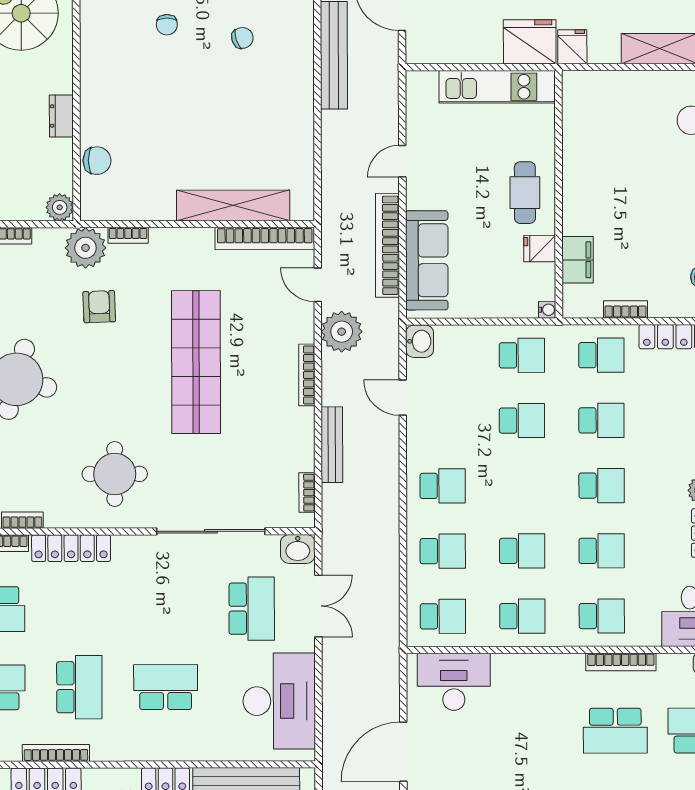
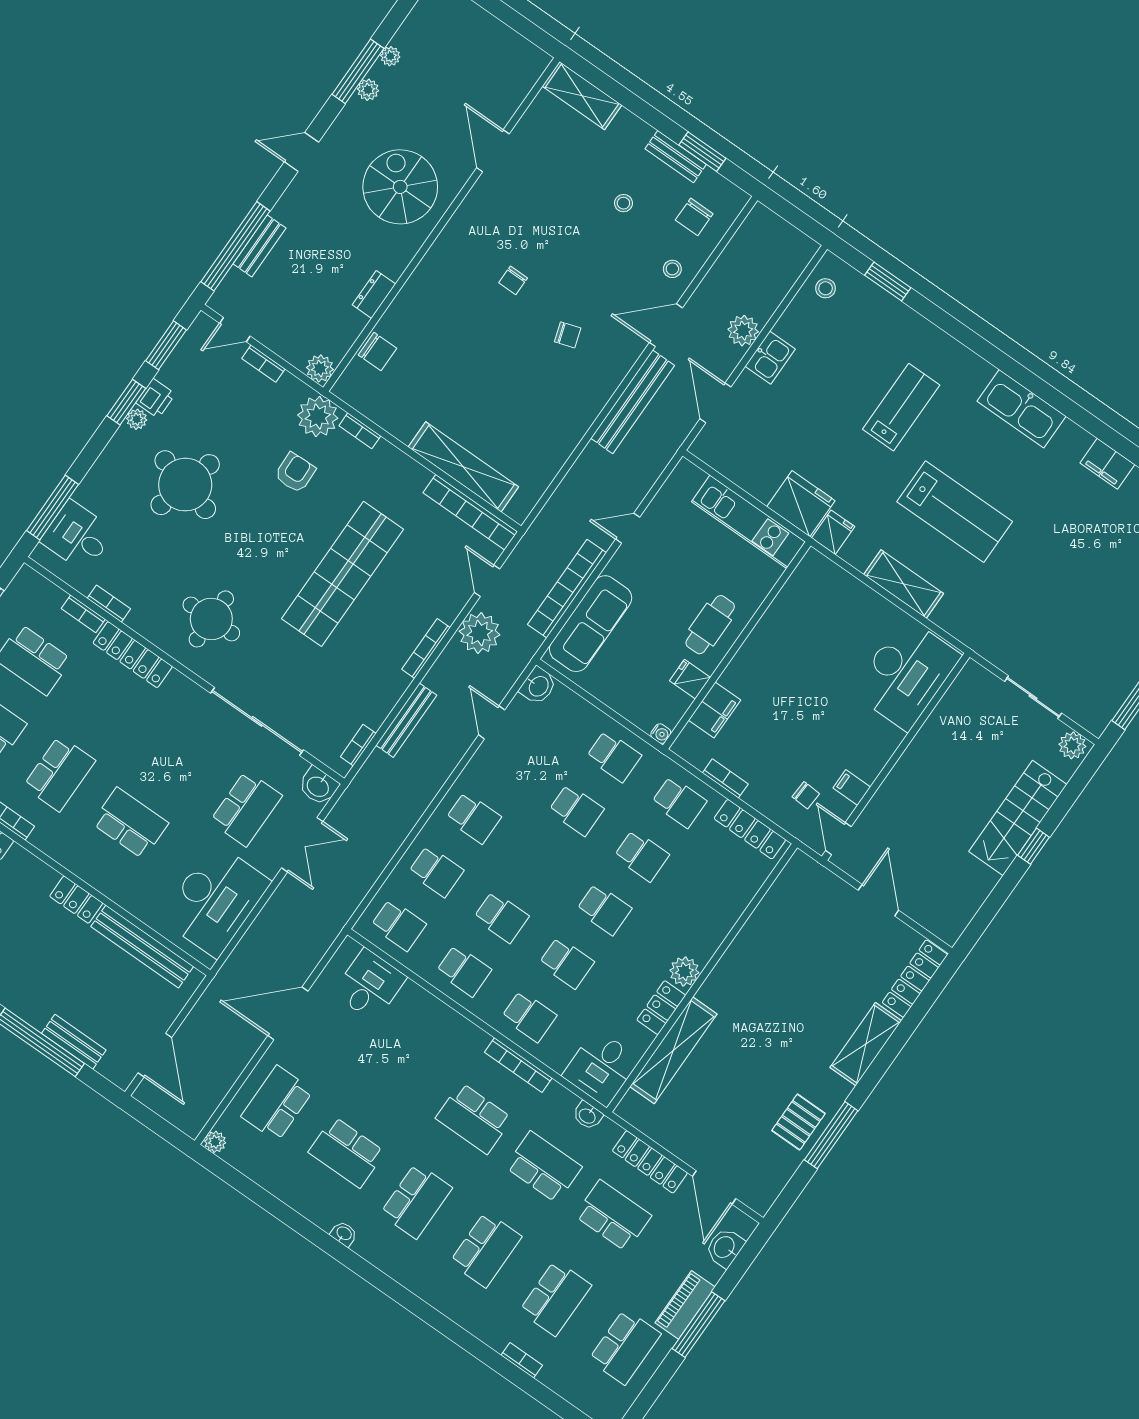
desk: (454, 682) -> (370, 985), width x0.73

